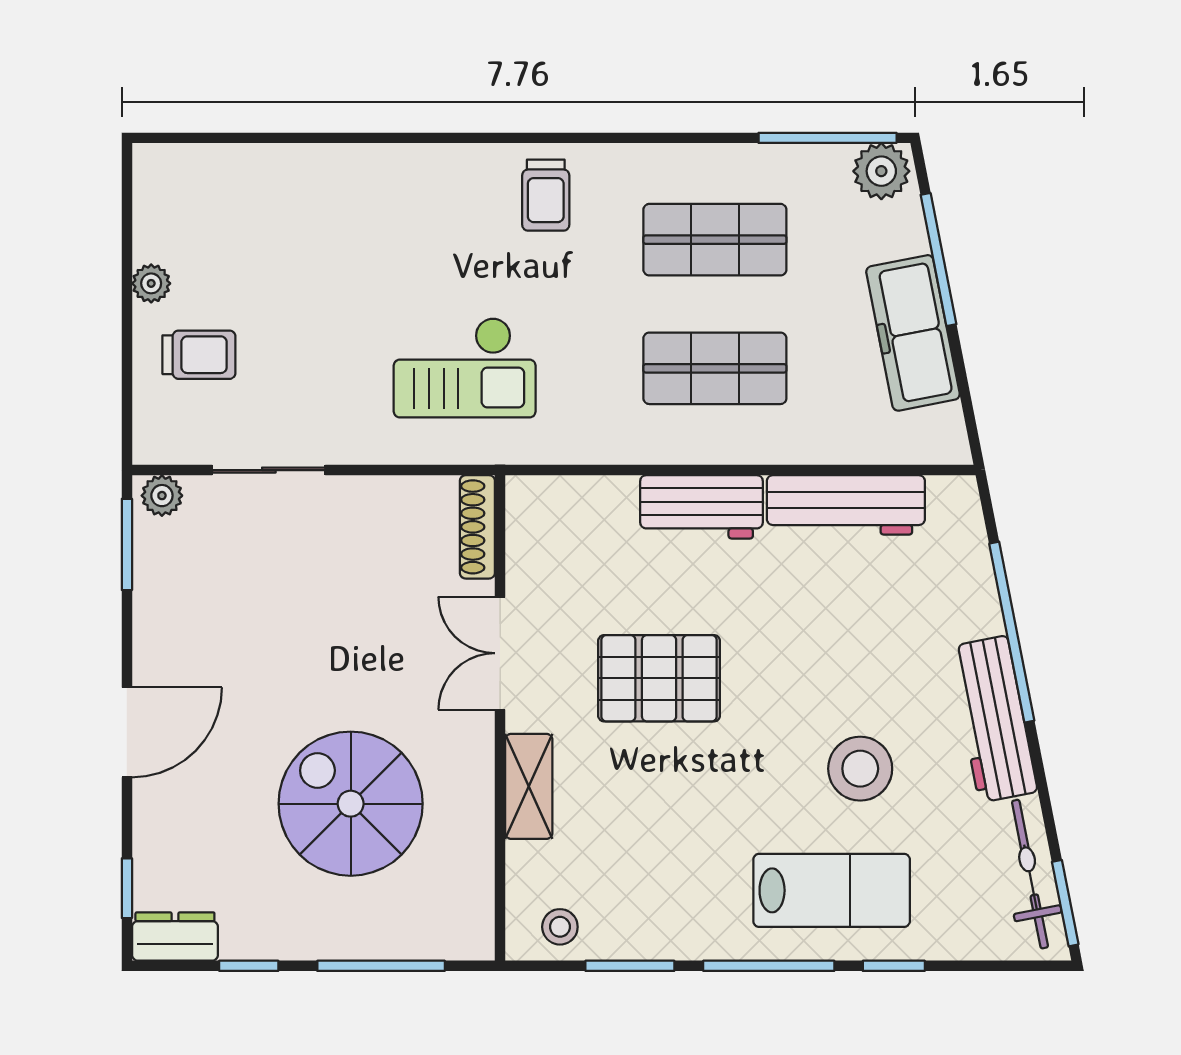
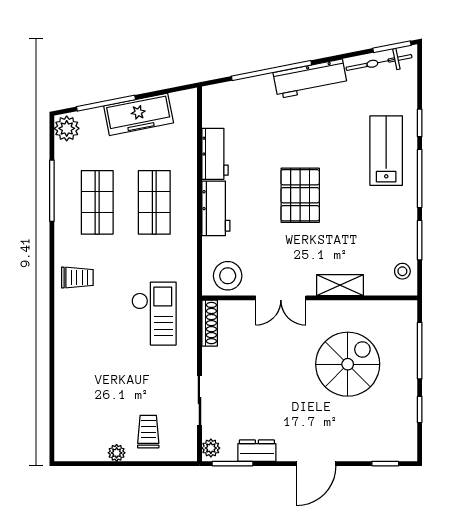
window: (828, 138) -> (52, 191), moved
workbench: (846, 505) -> (215, 154), width x0.73
shoe rack: (477, 527) -> (210, 323), moved, turned -90
pallet: (659, 678) -> (300, 195), moved
door: (127, 732) -> (316, 464), swing flipped
stool: (860, 769) -> (228, 276), moved
spiral stairs: (351, 804) -> (348, 364), turned 180
dresser: (175, 937) -> (257, 451), moved, turned 90

